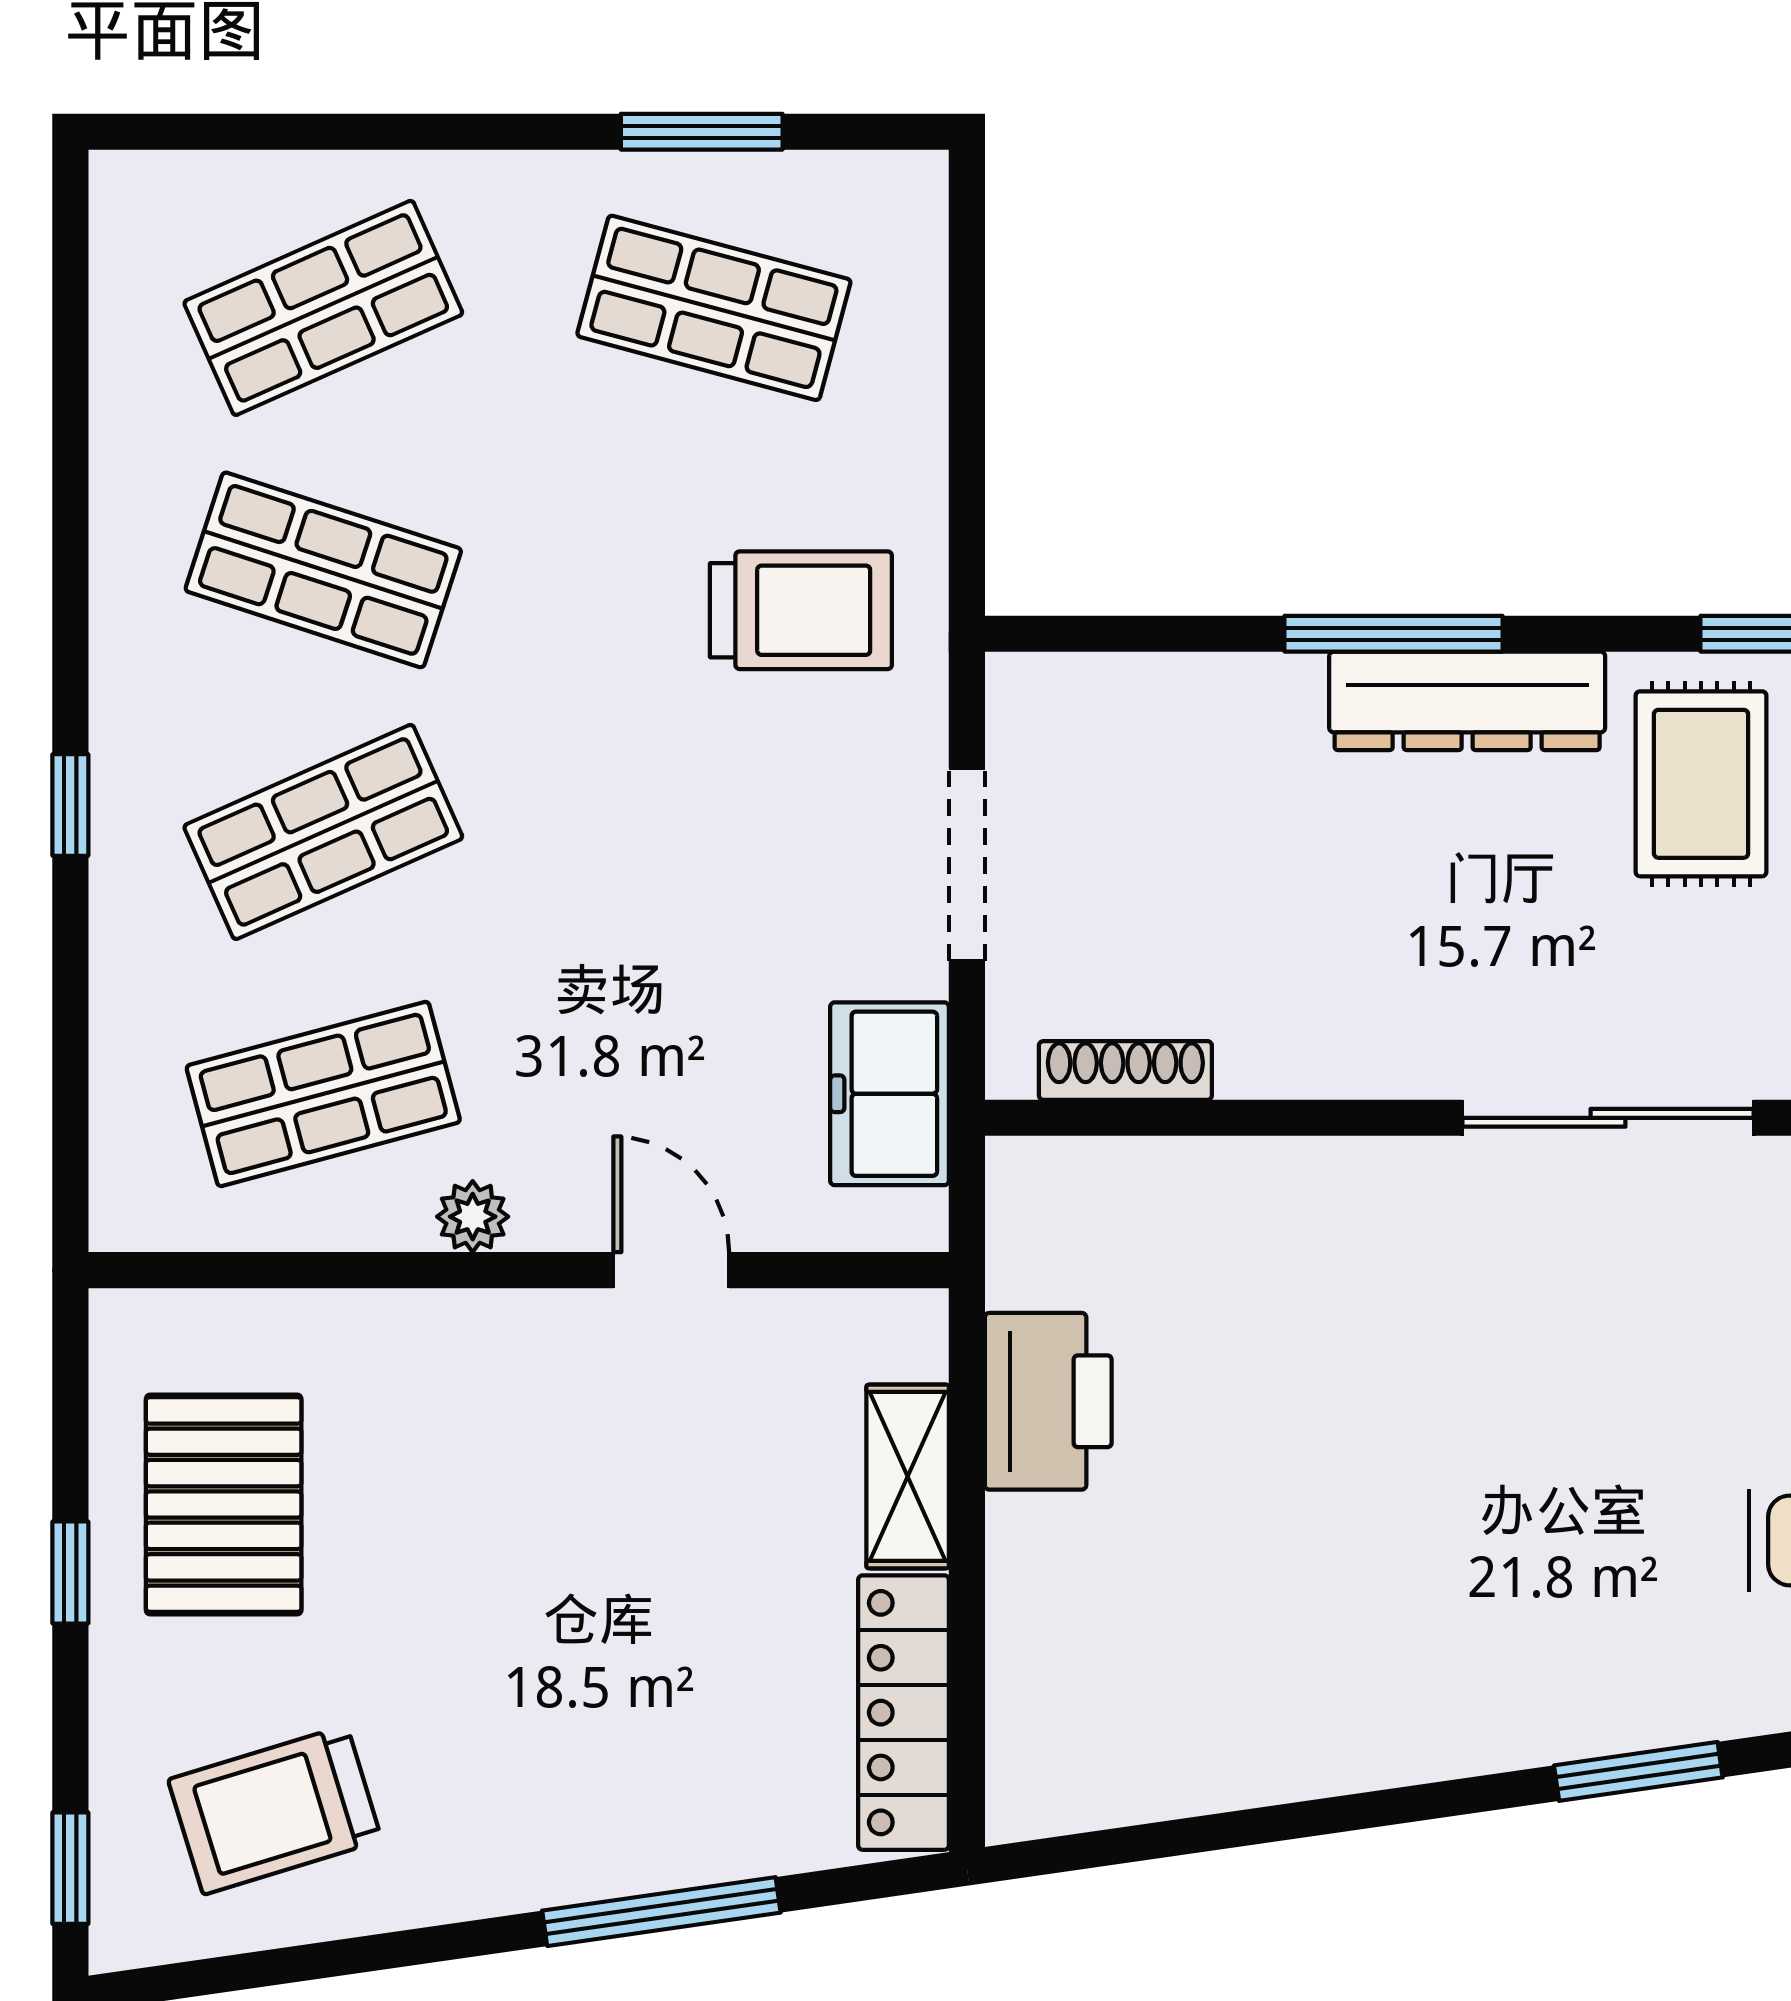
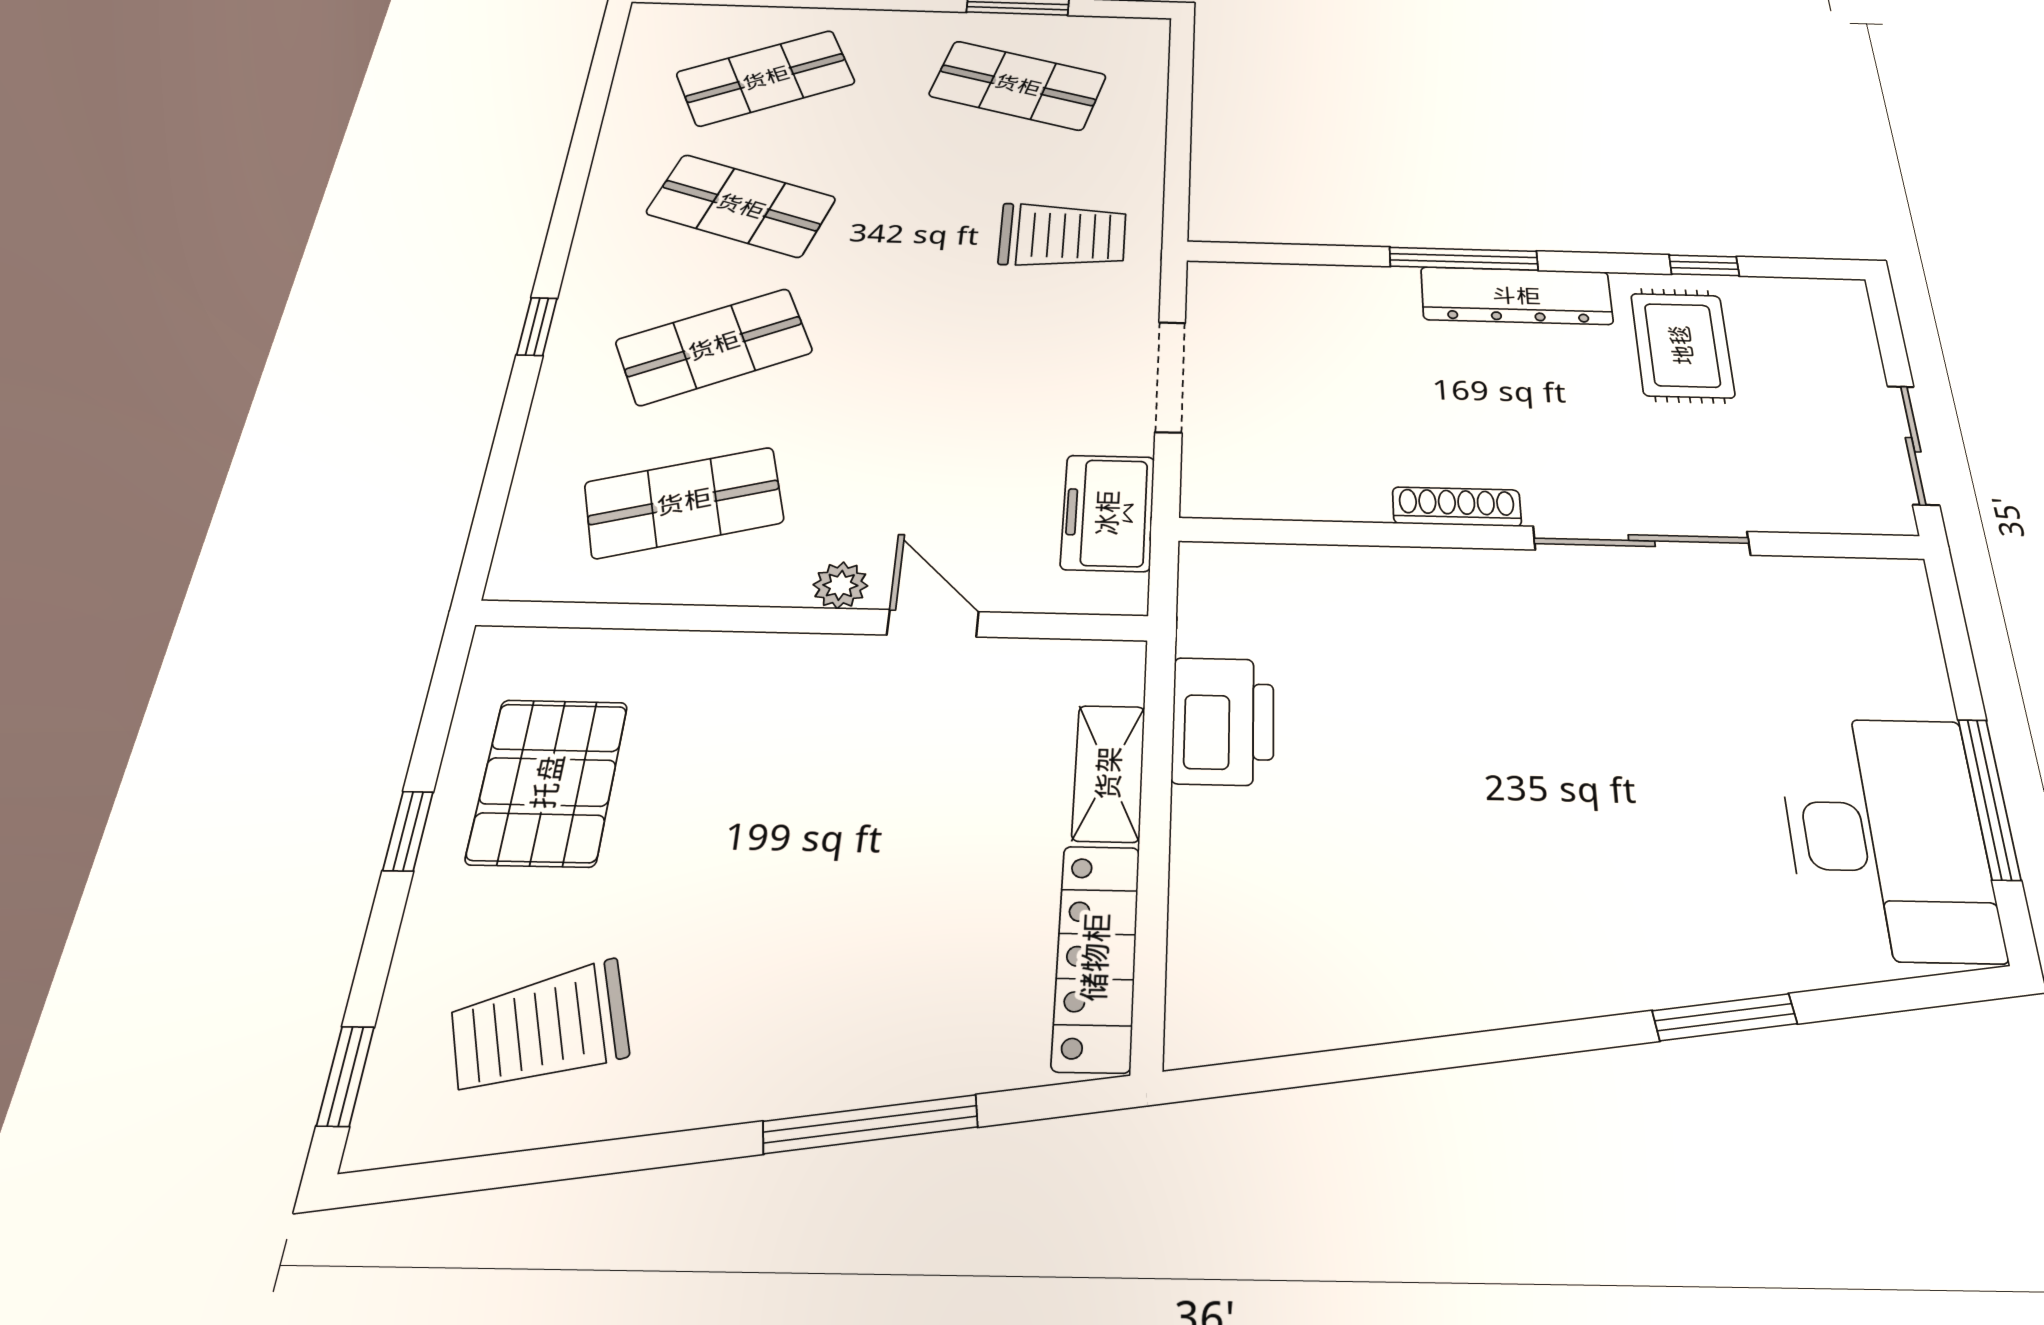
shoe rack: (1125, 1070) -> (1457, 507), moved
plant: (473, 1217) -> (840, 585), moved

